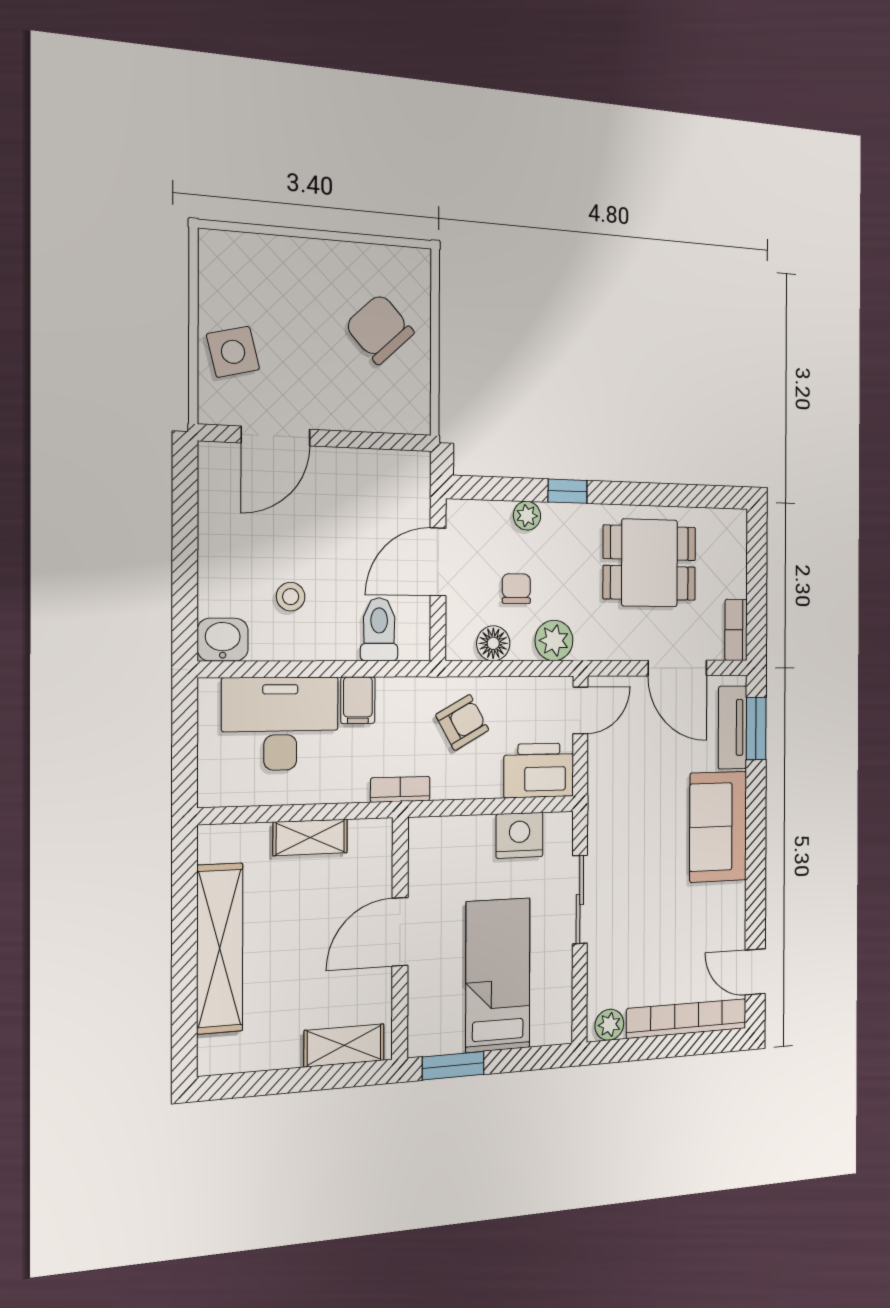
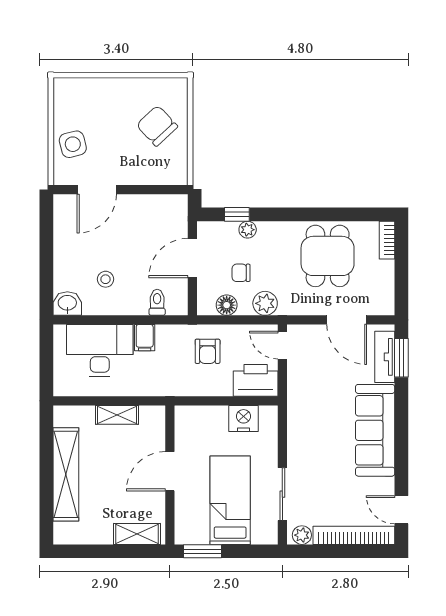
window: (568, 491) -> (237, 214), moved
dining table: (650, 563) -> (328, 256), turned 90
chair: (516, 589) -> (241, 273), turned -90
toilet: (379, 629) -> (157, 302), width x0.73, depth x0.72
bookcase: (736, 630) -> (387, 240), moved
door: (580, 710) -> (282, 345), swing flipped
armchair: (462, 722) -> (208, 351), turned 119
bookcase: (400, 789) -> (170, 389), removed
sofa: (718, 827) -> (375, 430), width x1.36
sliding door: (580, 900) -> (282, 494), moved

